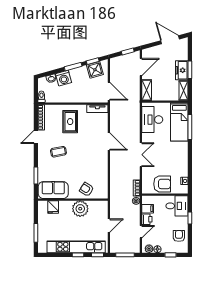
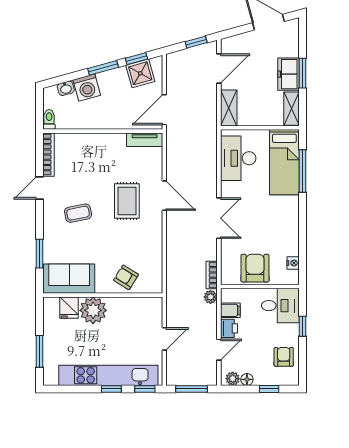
door: (109, 91) -> (164, 110), swing flipped
rug: (70, 122) -> (127, 201), moved
armchair: (162, 184) -> (255, 268), turned -90
plant: (80, 209) -> (93, 310), moved

